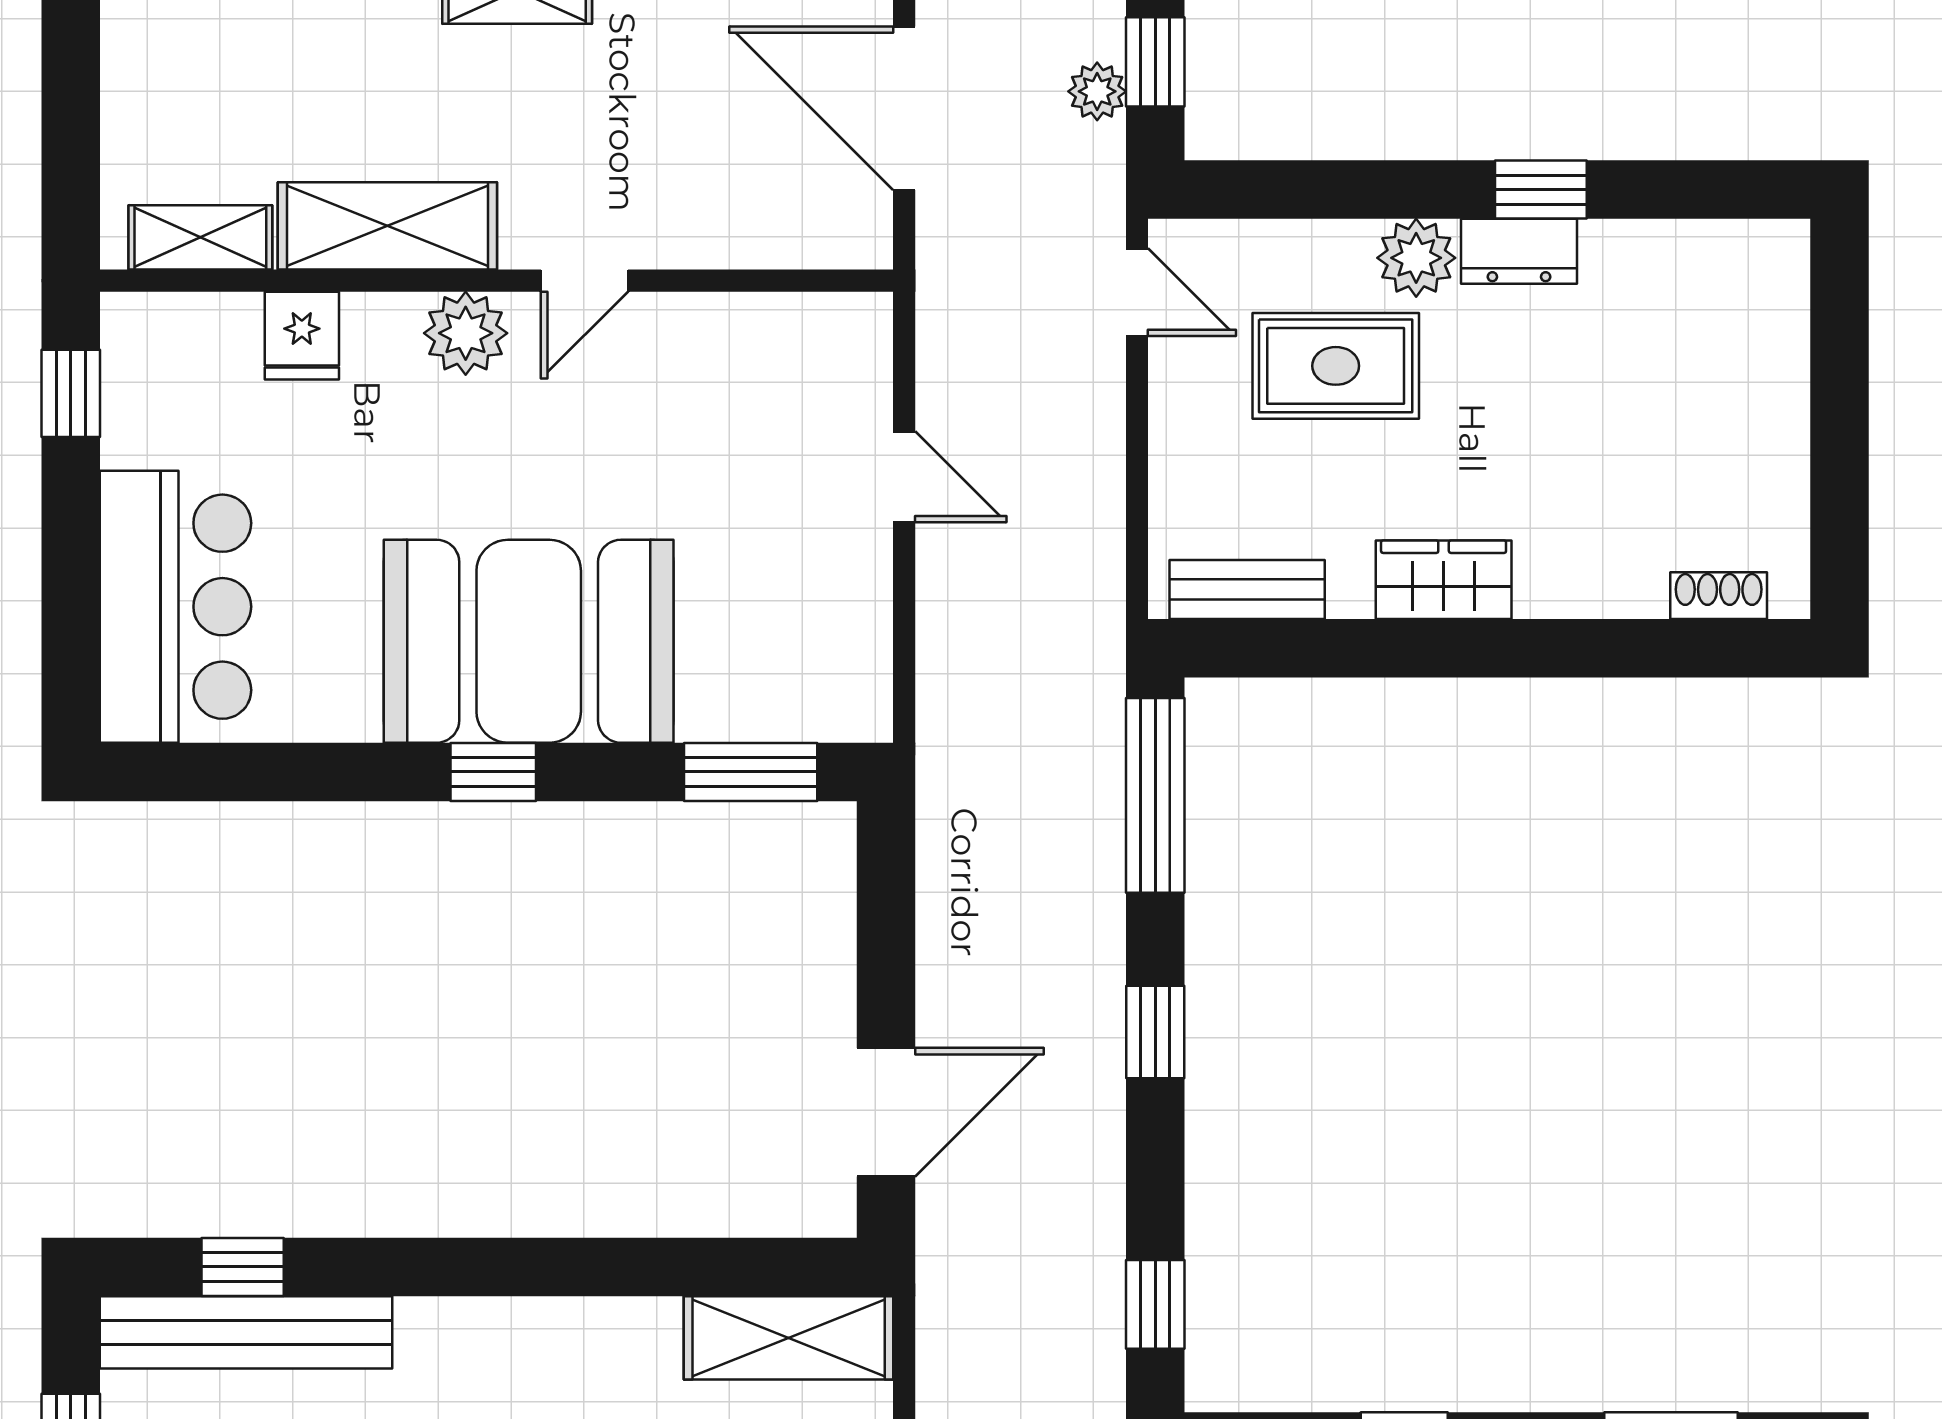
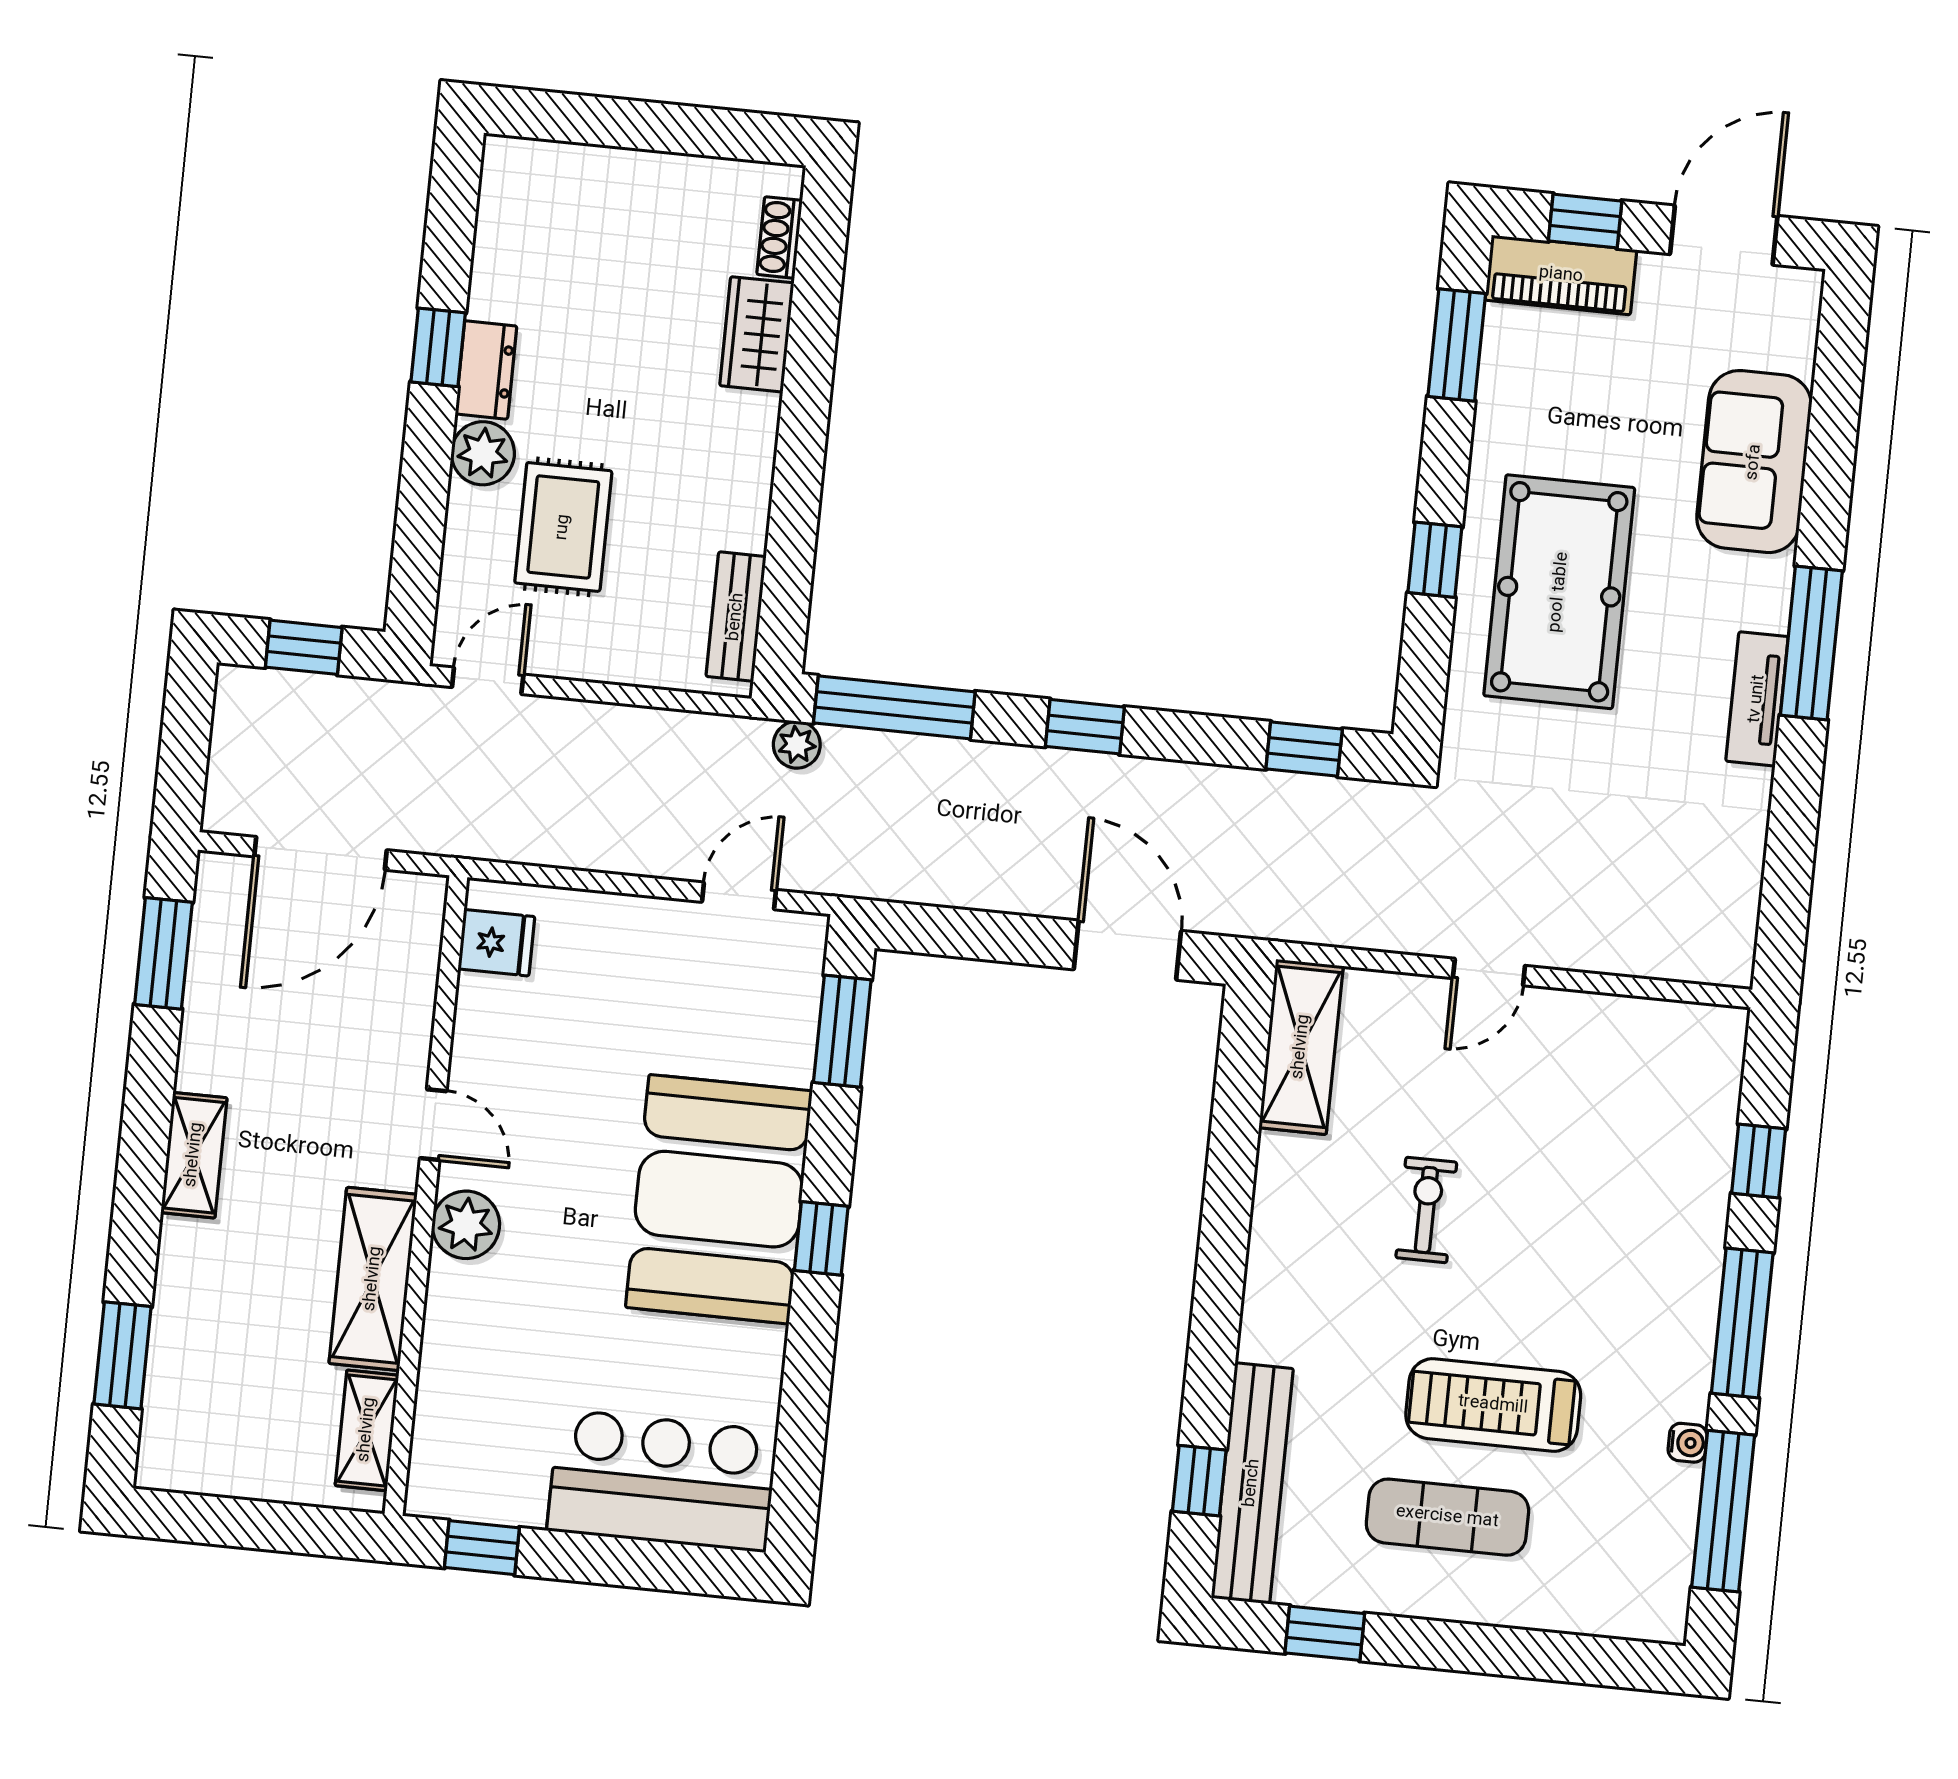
plant: (1097, 91) -> (797, 745), moved
fridge: (302, 336) -> (496, 943), moved
door: (904, 477) -> (739, 896), moved
wardrobe: (1444, 580) -> (757, 334), moved

